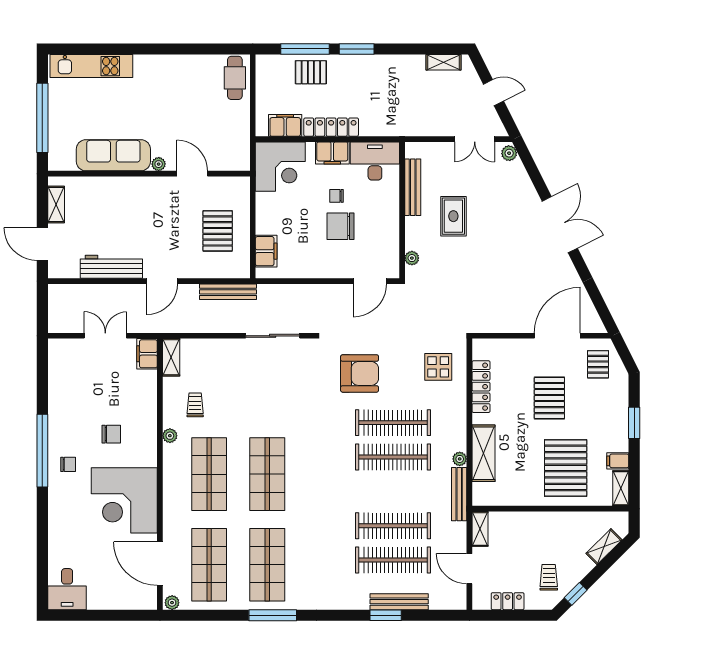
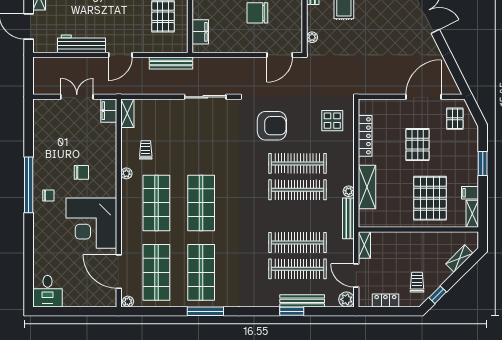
plant: (457, 600) -> (346, 299), added

